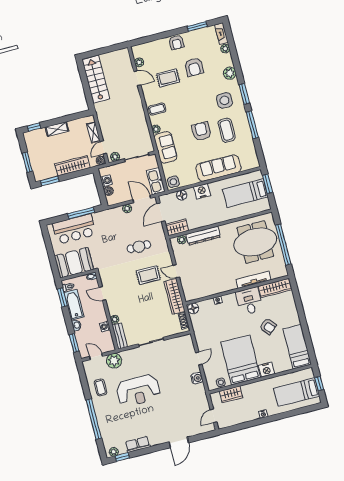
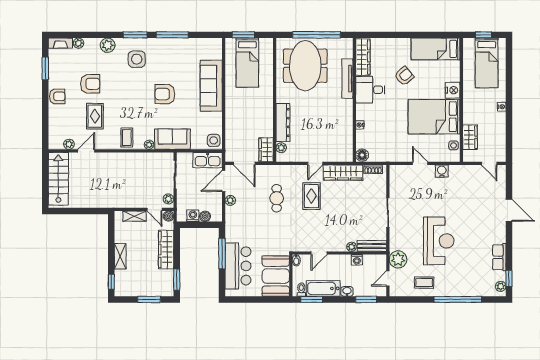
stairs: (96, 79) -> (58, 179), moved, turned 90
coffee table: (227, 130) -> (171, 65), removed
nightstand: (202, 191) -> (233, 111), removed
floor lamp: (182, 195) -> (231, 135), removed

